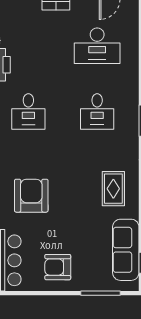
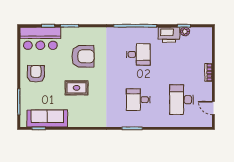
desk: (28, 111) -> (138, 54), turned 180
rug: (113, 189) -> (77, 88), moved

